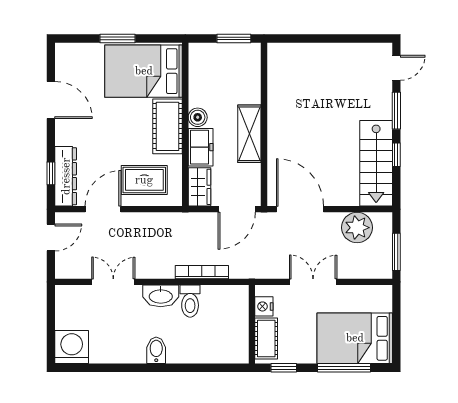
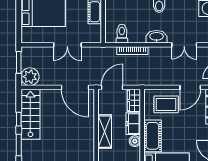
plant: (357, 228) -> (30, 77), moved
toilet: (190, 301) -> (122, 34), moved
nightstand: (264, 306) -> (96, 31), removed

